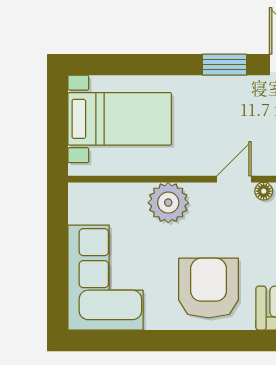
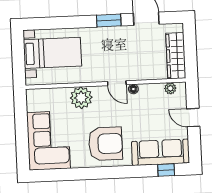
door: (234, 179) -> (117, 83), swing flipped
armchair: (209, 288) -> (105, 144), turned 90

